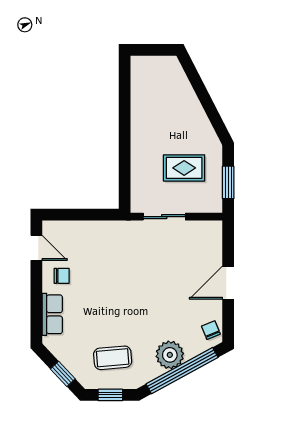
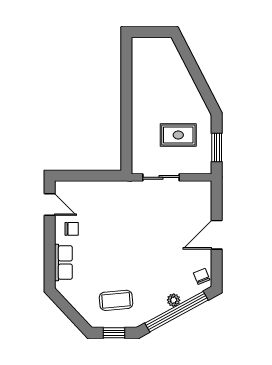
plant: (170, 355) -> (174, 300), width x0.53, depth x0.53
window: (63, 374) -> (73, 314), removed

